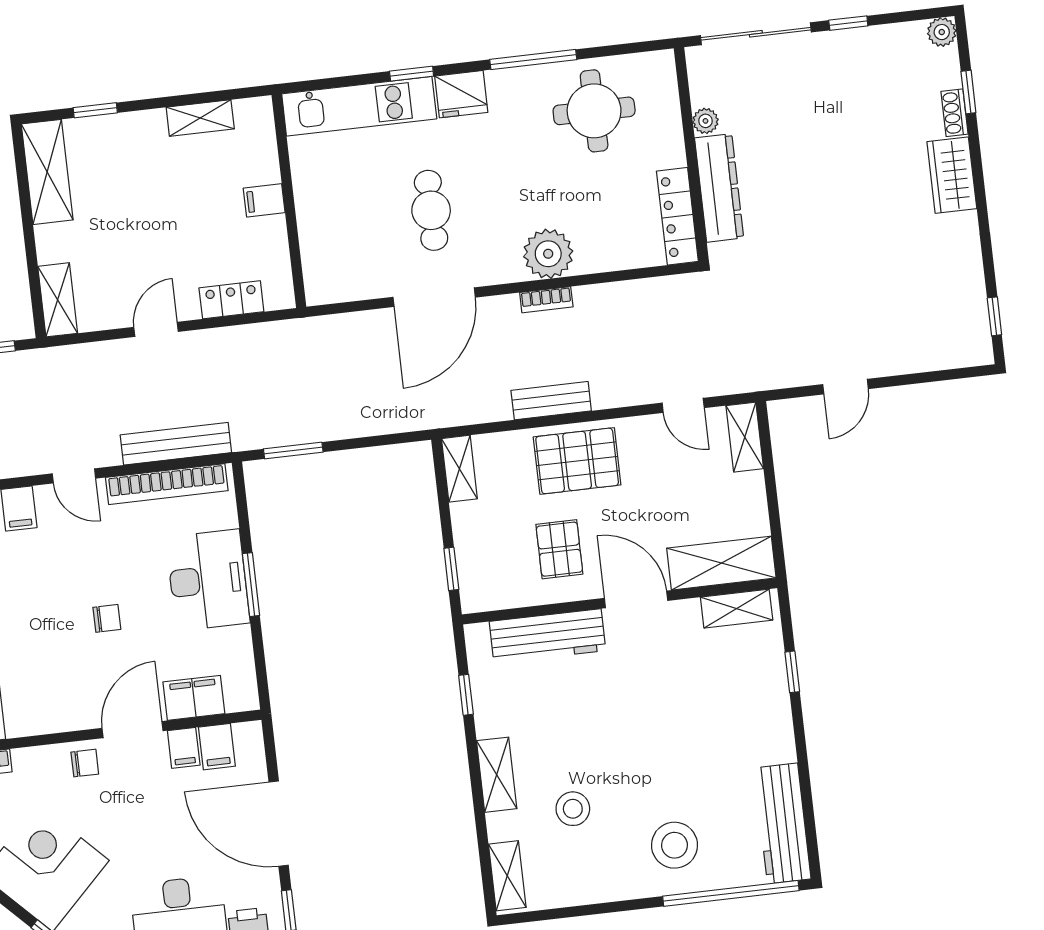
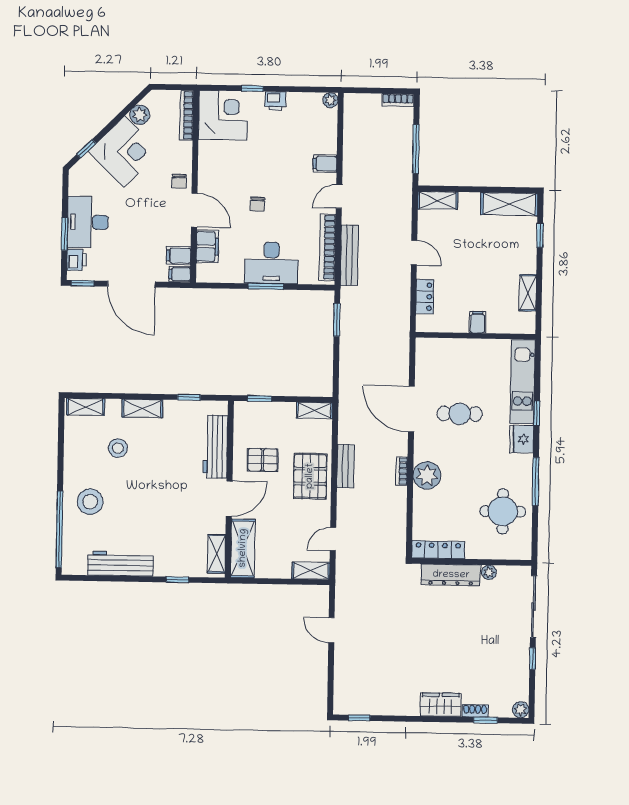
filing cabinet: (184, 748) -> (180, 274), moved
workbench: (783, 823) -> (120, 564), moved
door: (279, 824) -> (131, 284), swing flipped

